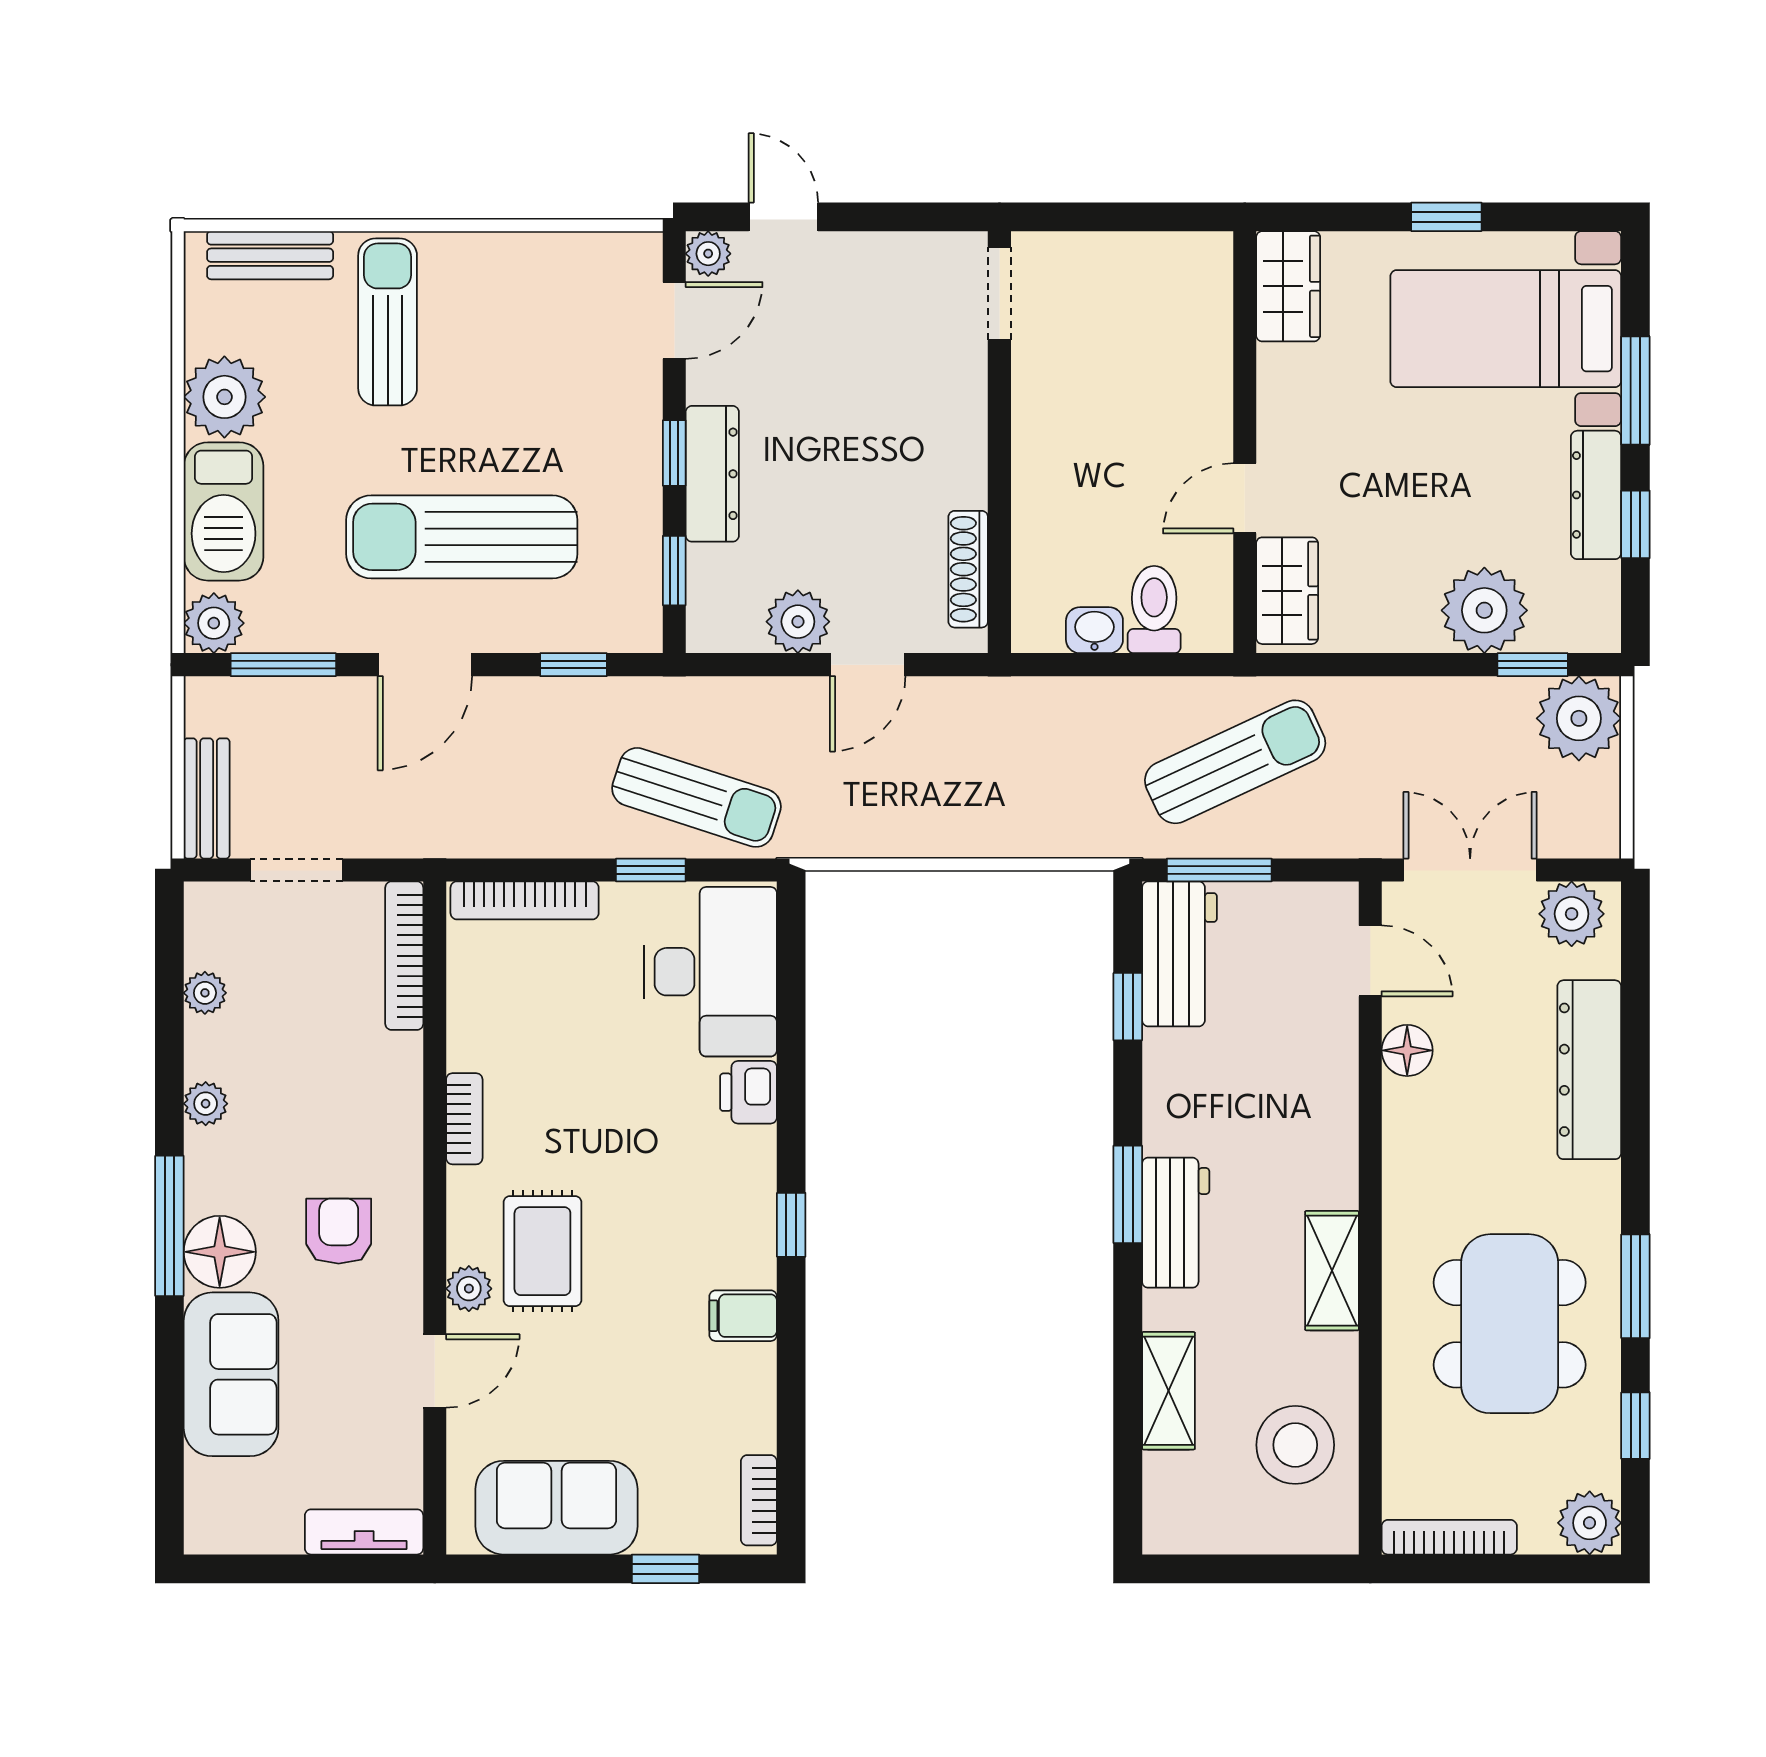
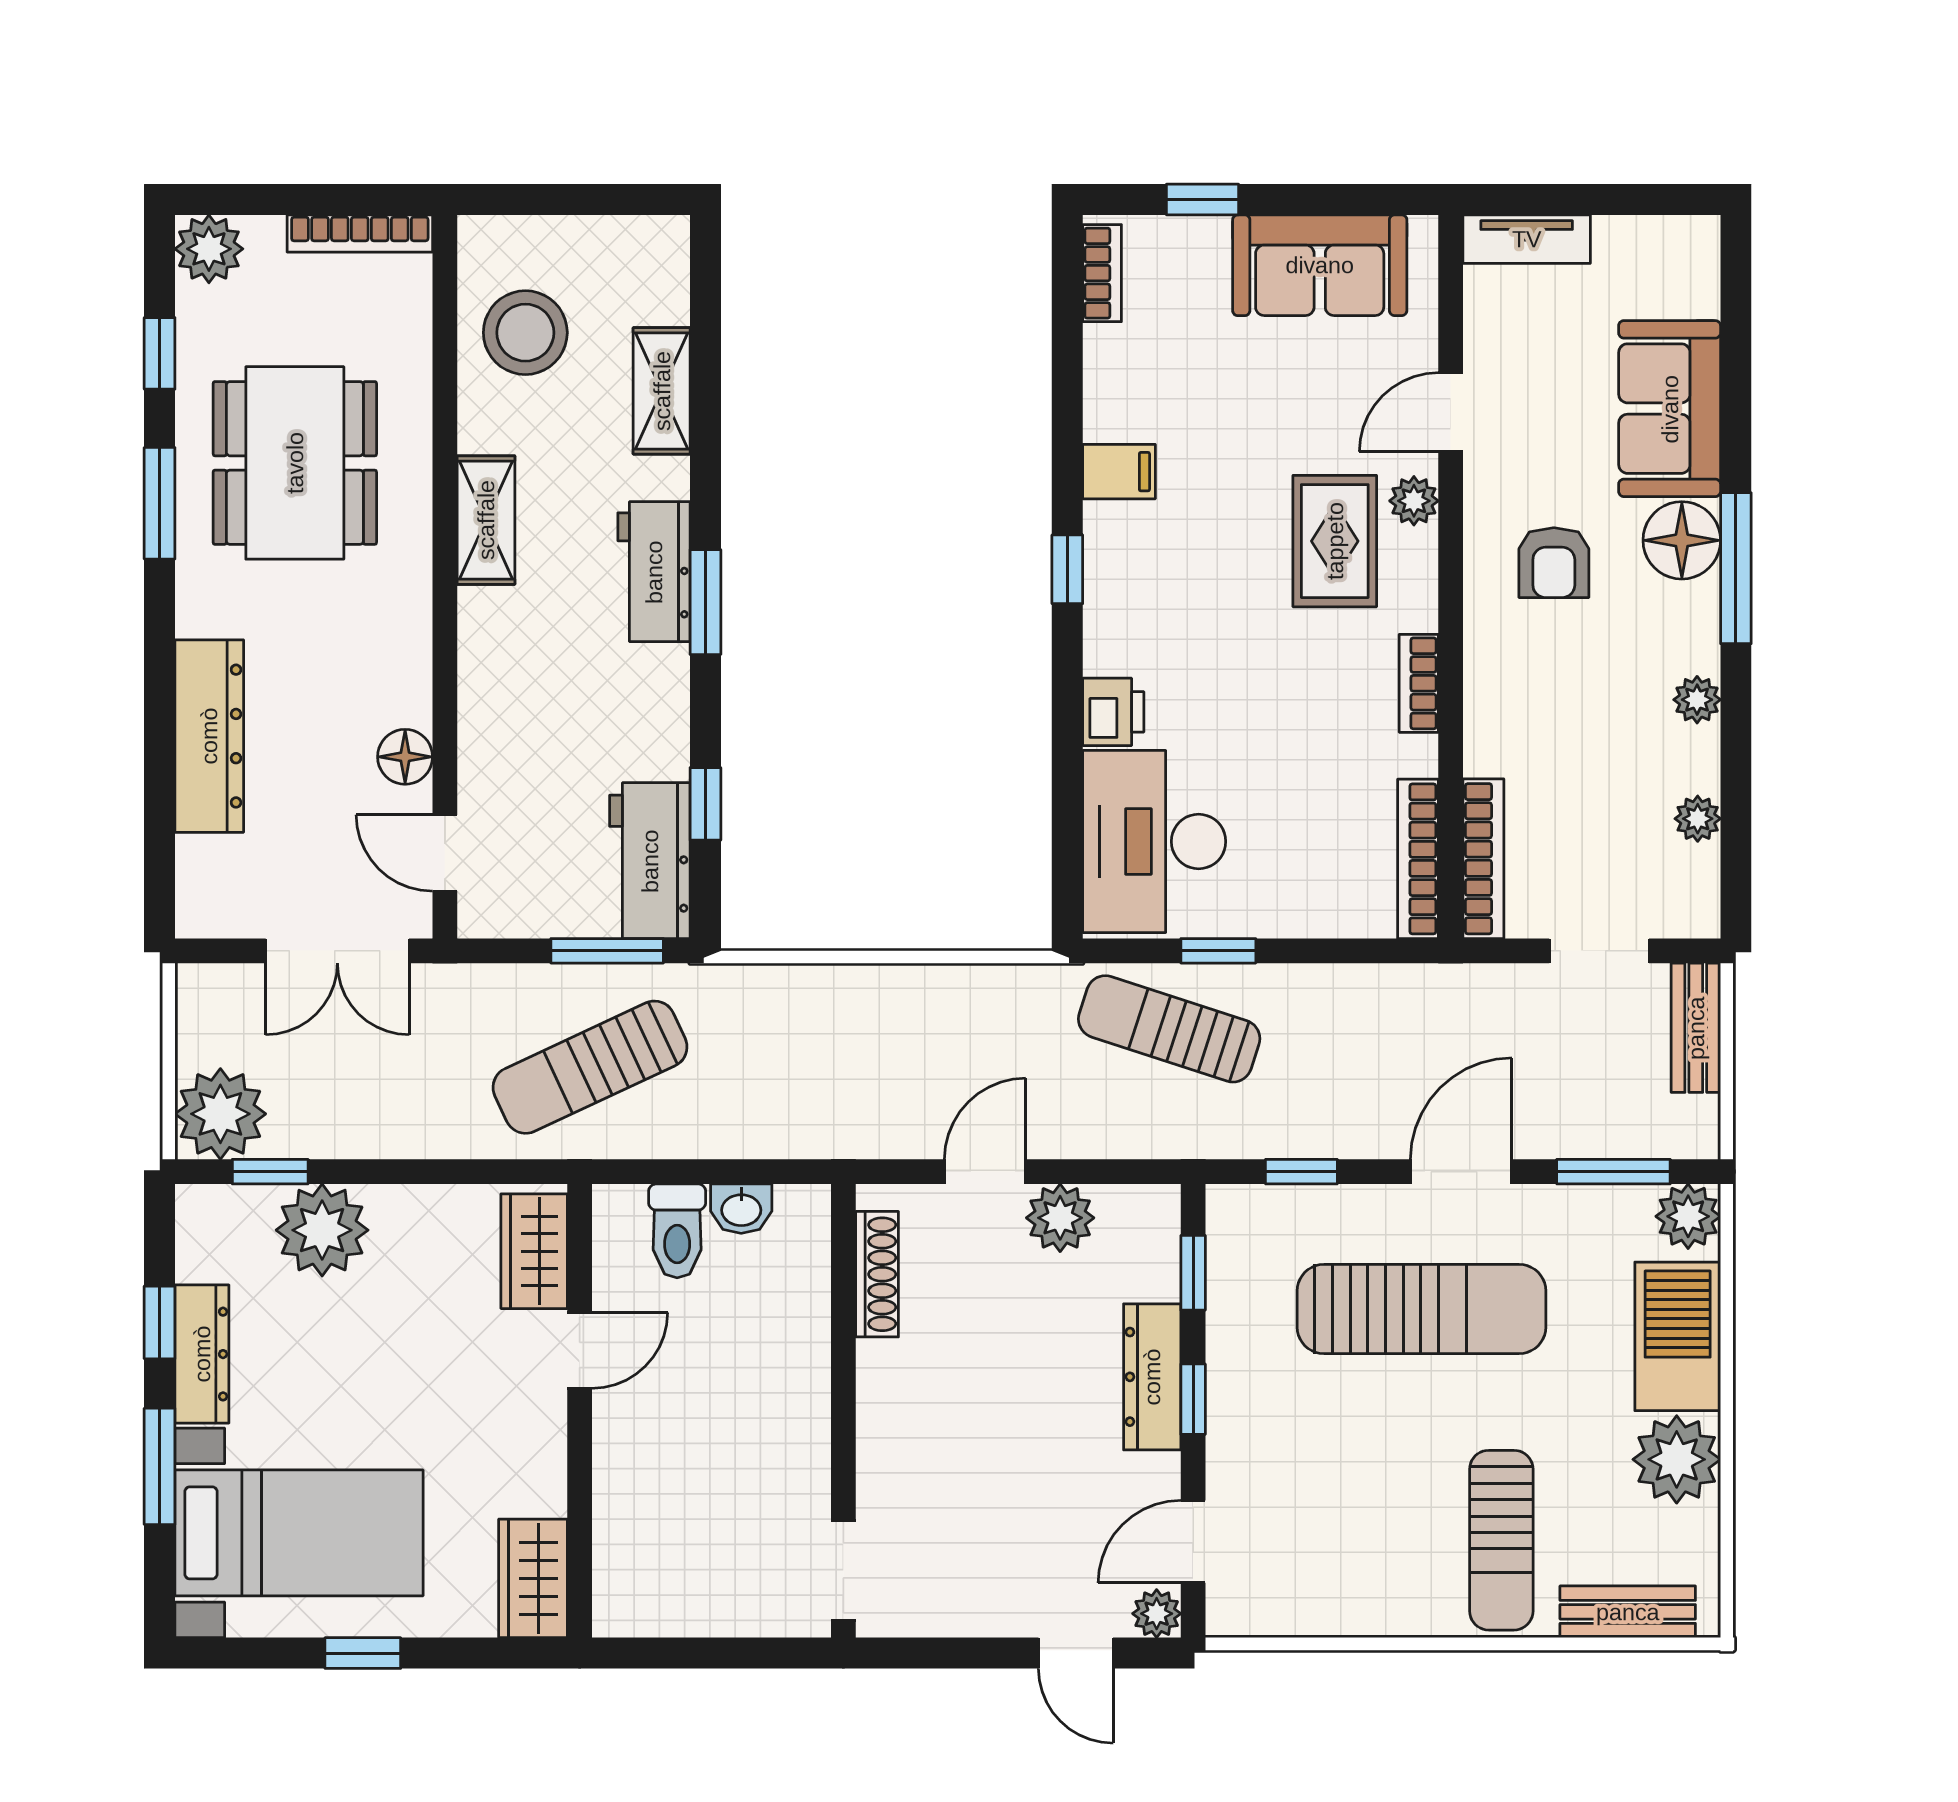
bookcase: (525, 900) -> (1418, 859), moved, turned -90
plant: (1572, 914) -> (228, 904), removed

